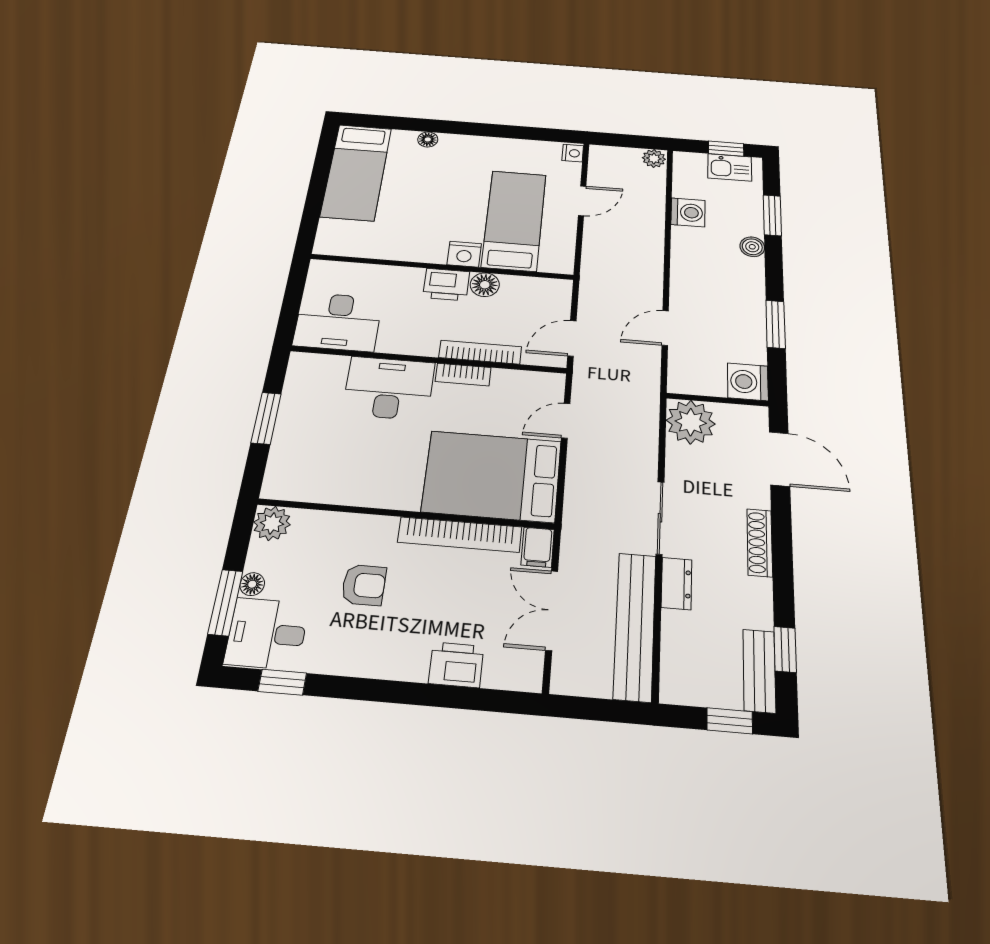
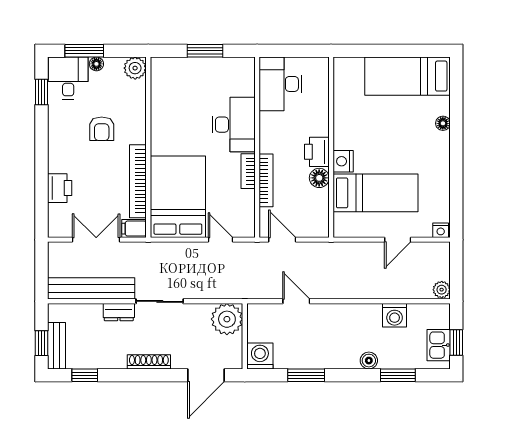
door: (582, 201) -> (398, 240), hinge flipped
bench: (759, 671) -> (57, 346), moved, turned 90

